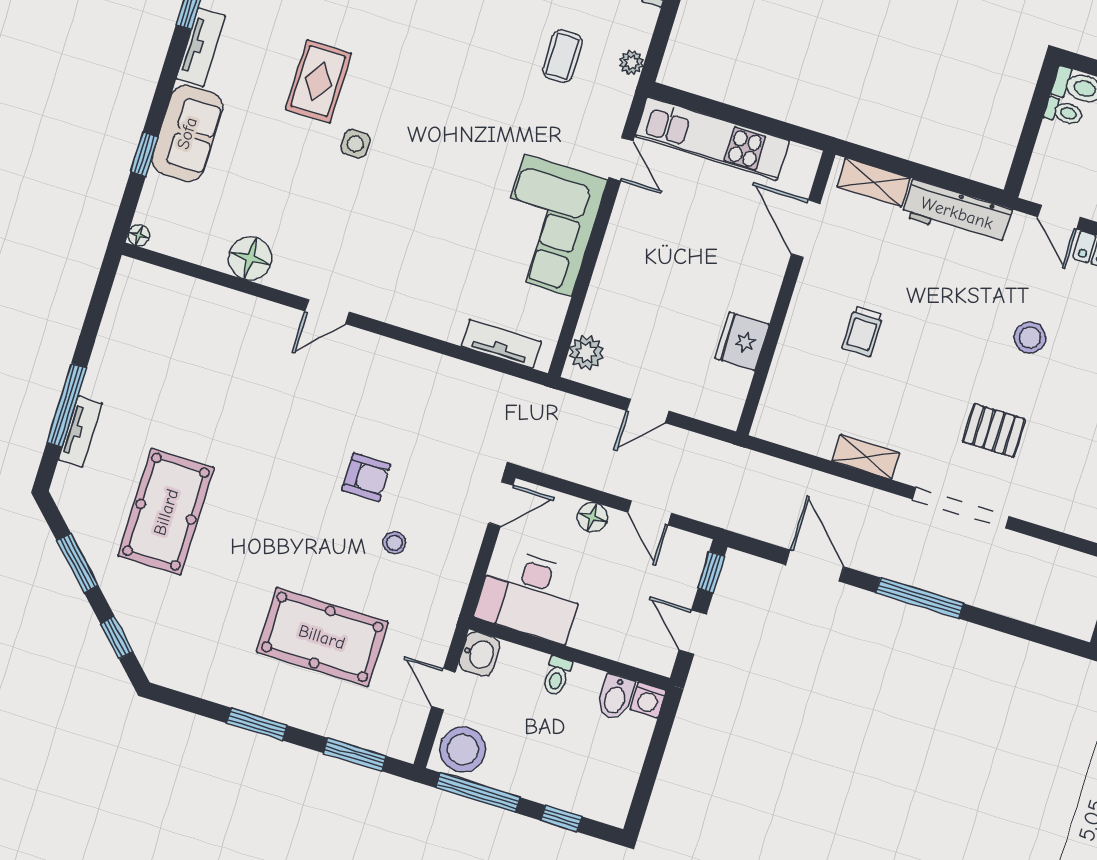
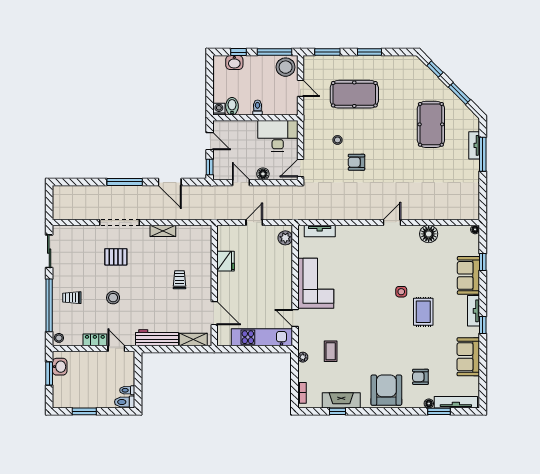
washbasin: (479, 654) -> (234, 62), moved, turned -90

